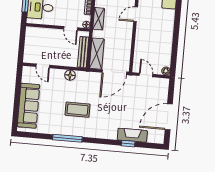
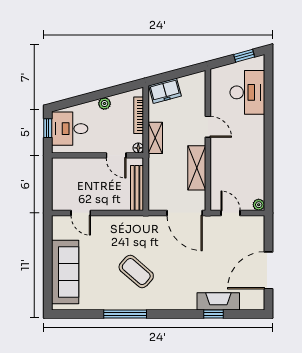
door: (136, 14) -> (208, 127), swing flipped
shelving: (97, 54) -> (197, 168), moved
door: (114, 72) -> (185, 213), hinge flipped
floor lamp: (70, 75) -> (121, 223), removed
coffee table: (78, 110) -> (136, 272), turned 41

